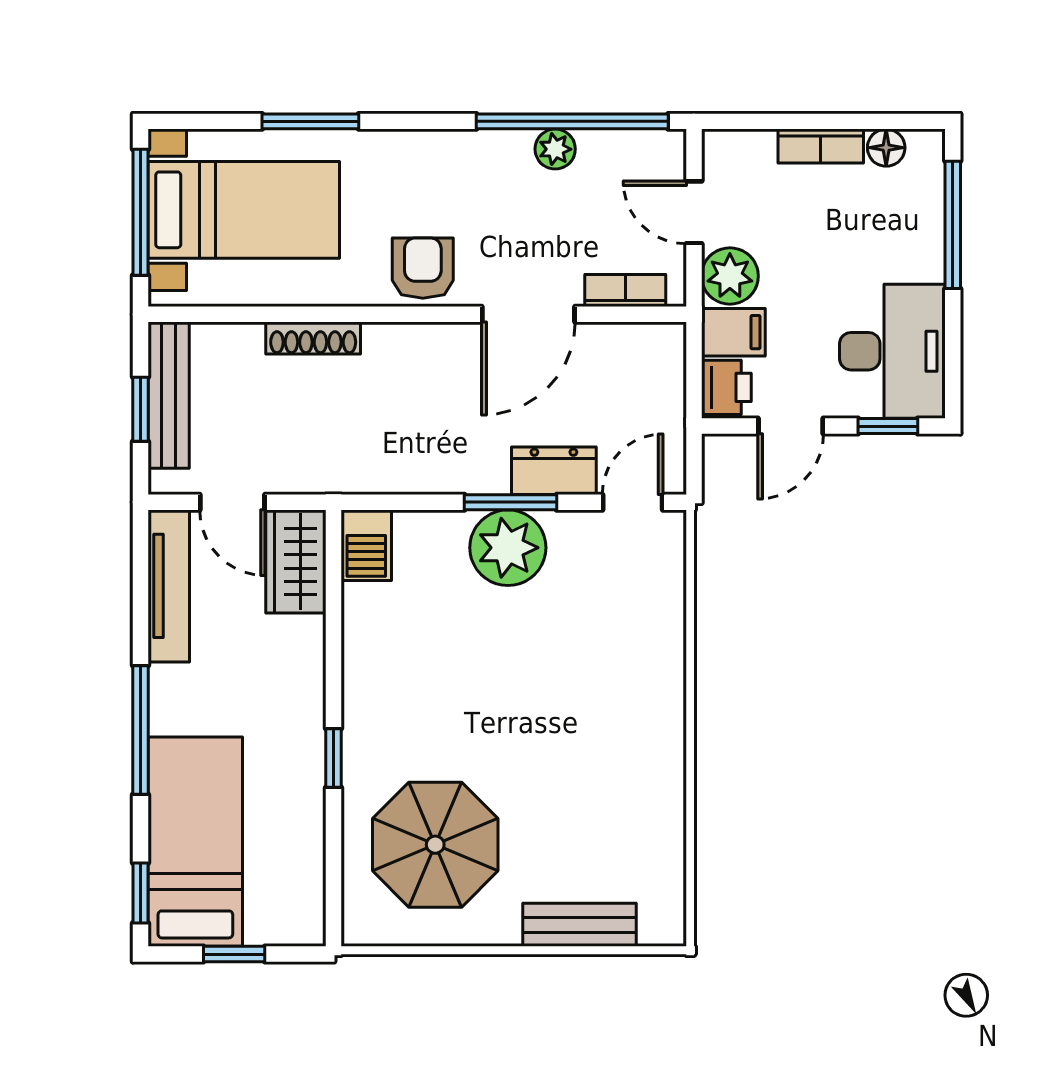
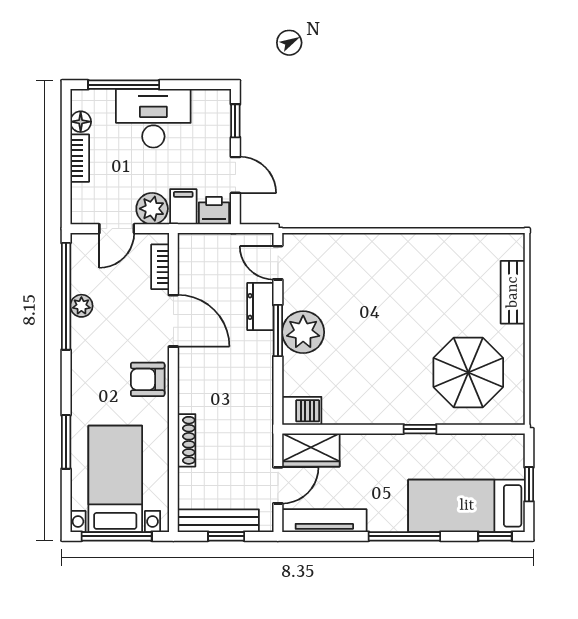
desk: (892, 351) -> (153, 118), moved

